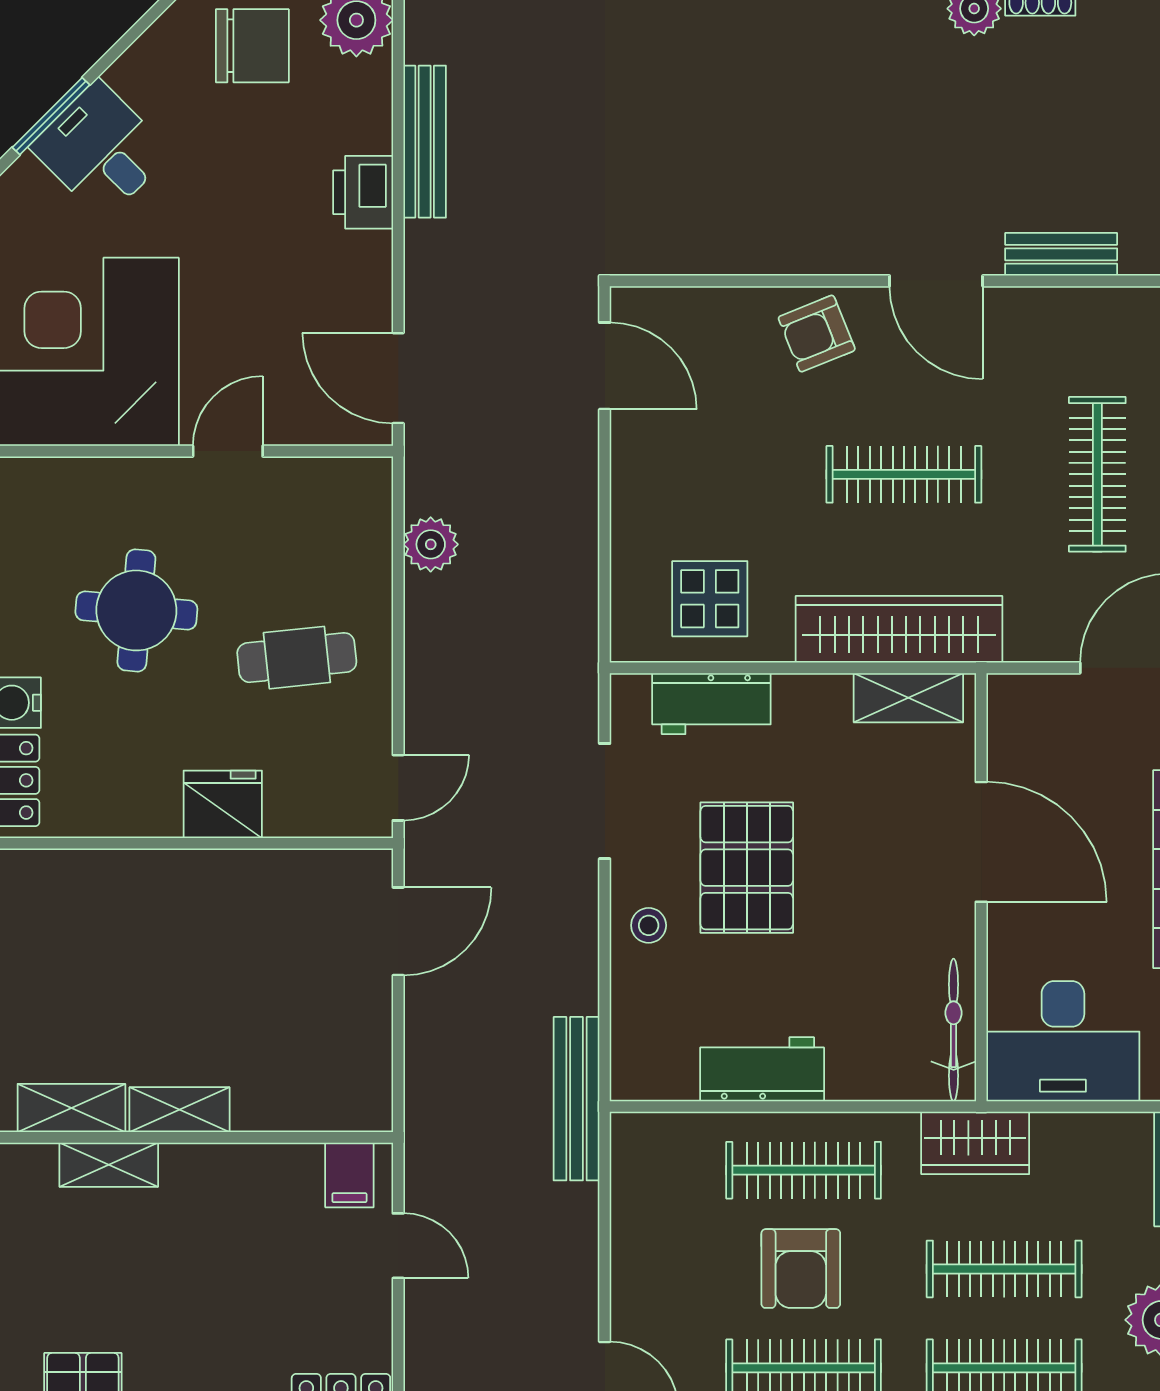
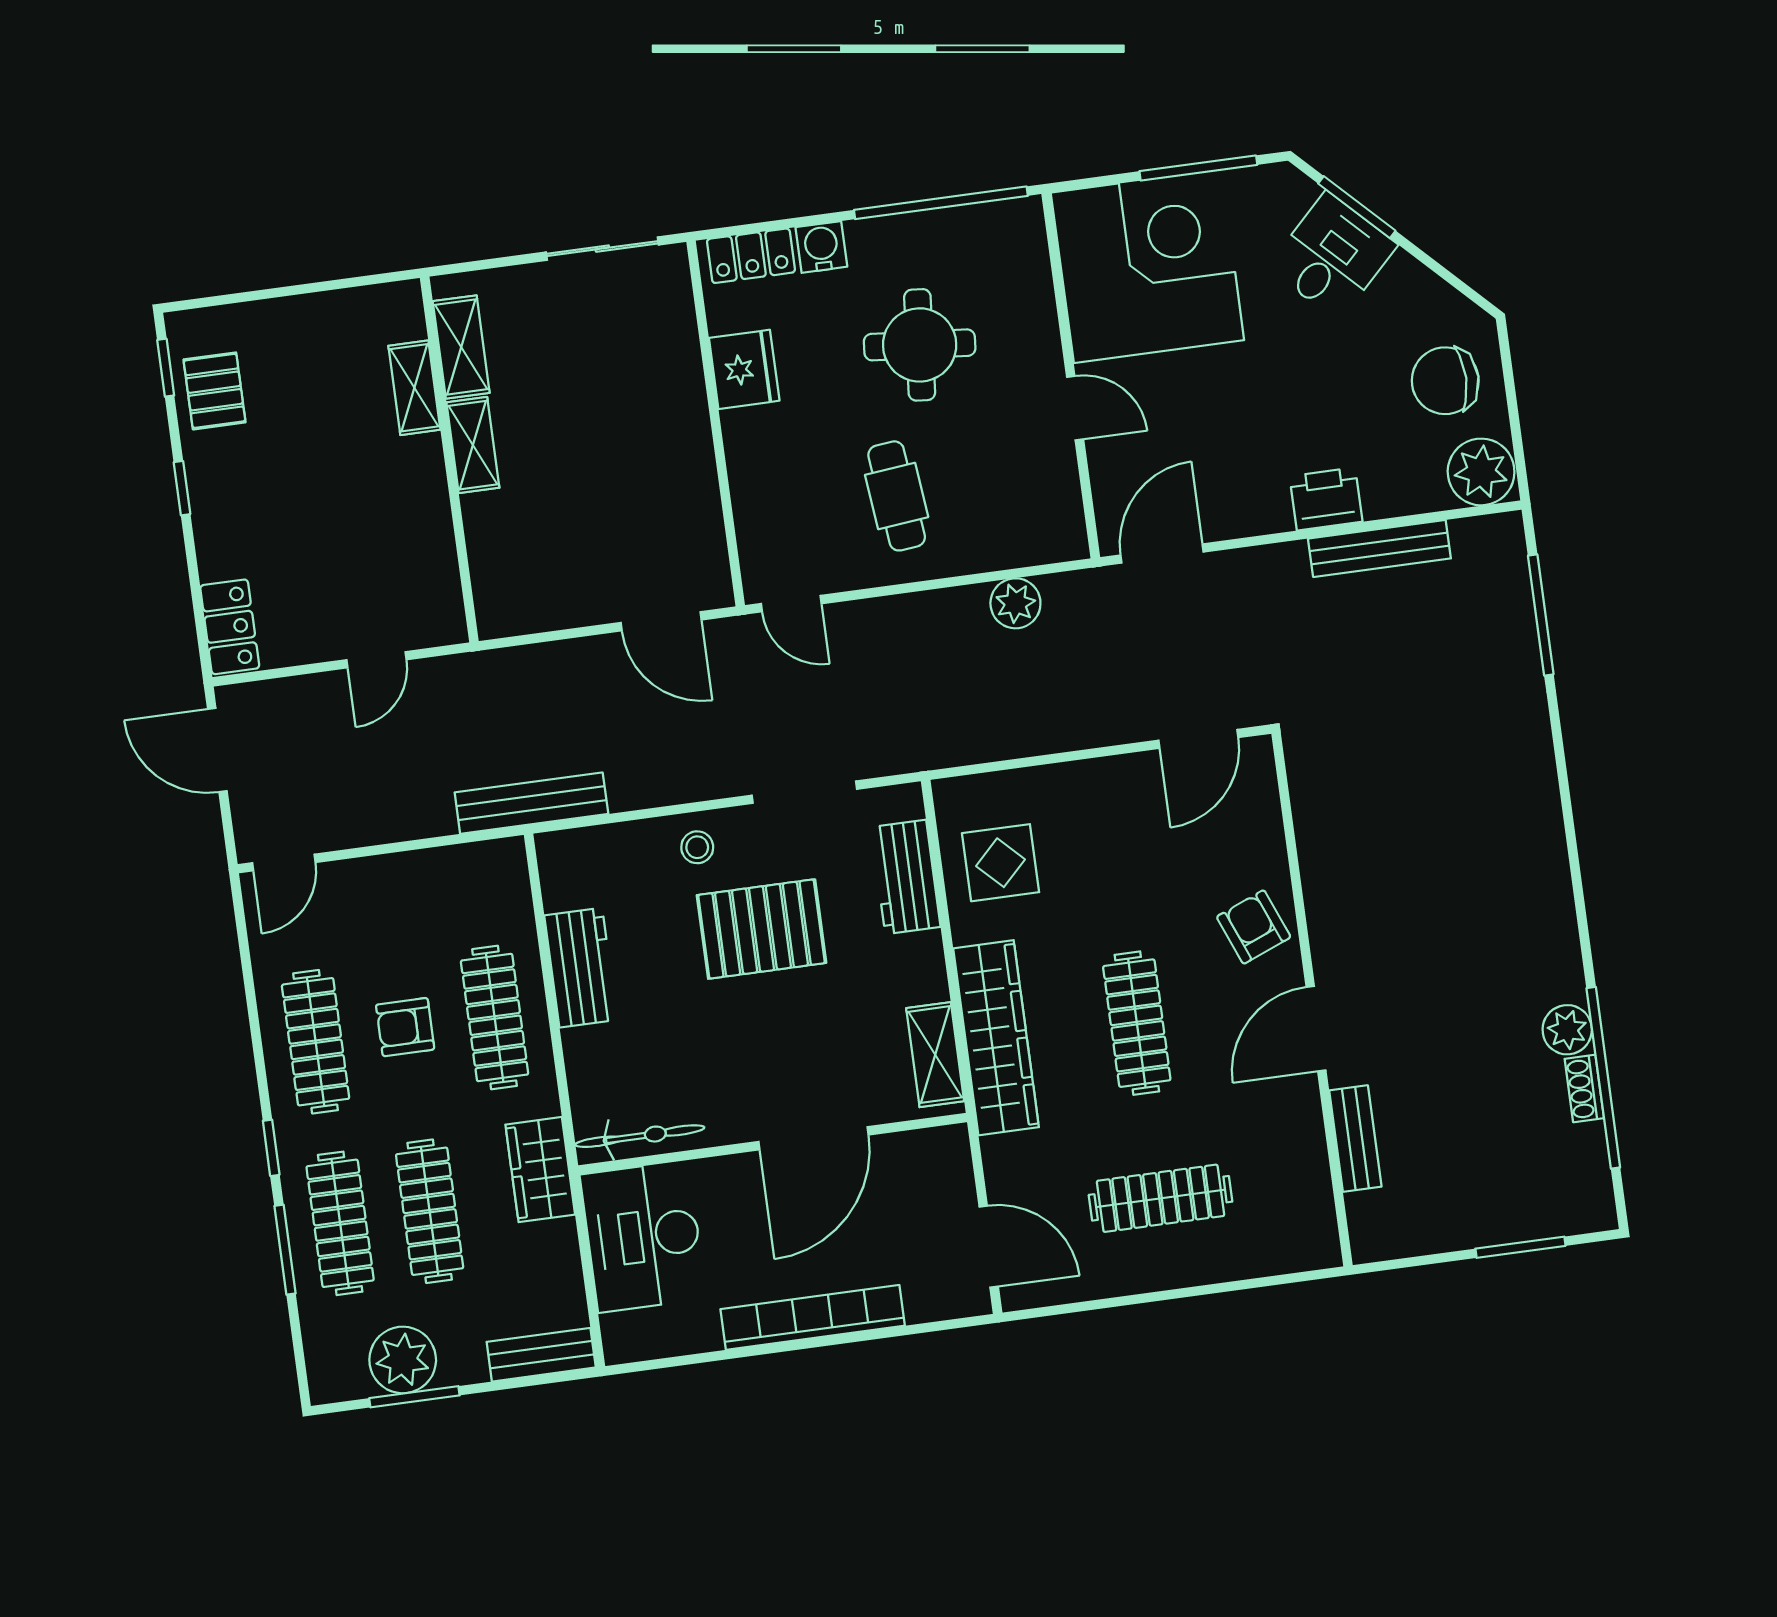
chair: (252, 46) -> (1445, 381), turned 90
fridge: (223, 804) -> (744, 369), moved
filing cabinet: (349, 1175) -> (435, 607), removed
armchair: (801, 1269) -> (405, 1027), width x0.72, depth x0.72

